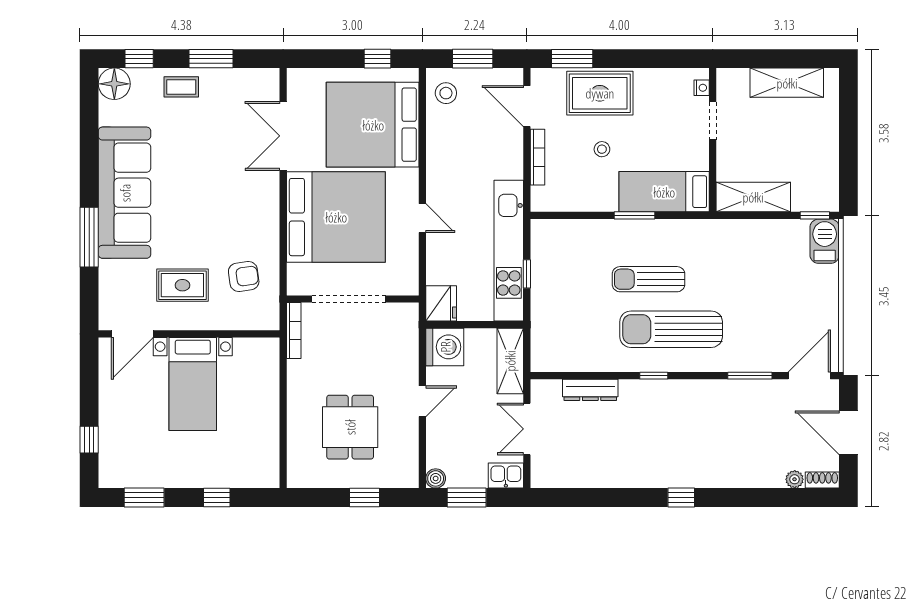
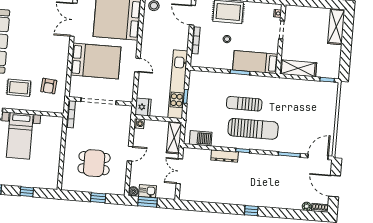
shelving: (787, 83) -> (336, 27), moved, turned 90
bed: (336, 217) -> (96, 61), width x0.73
barbecue: (825, 241) -> (201, 138), moved, turned 90
armchair: (244, 277) -> (49, 86), turned 103
sun lounger: (671, 329) -> (253, 129), turned 180
washing machine: (445, 347) -> (139, 124), width x0.53, depth x0.53
dresser: (590, 390) -> (225, 156), moved
dining table: (350, 427) -> (94, 163), turned 90
kitchen sink: (506, 476) -> (147, 191), moved

